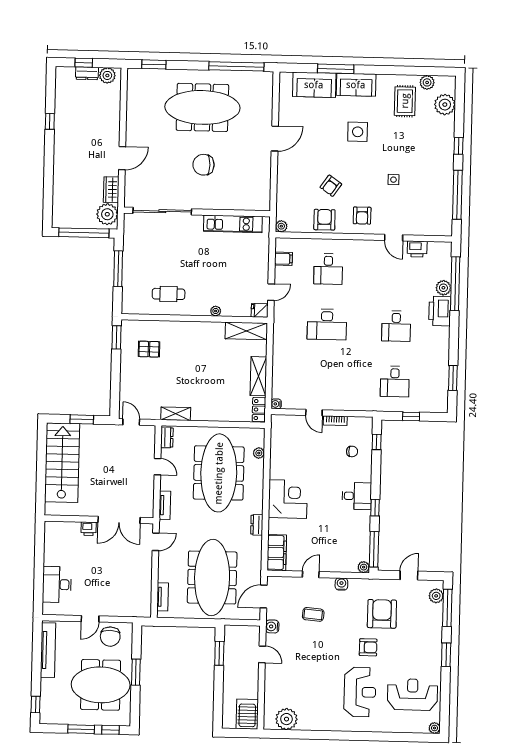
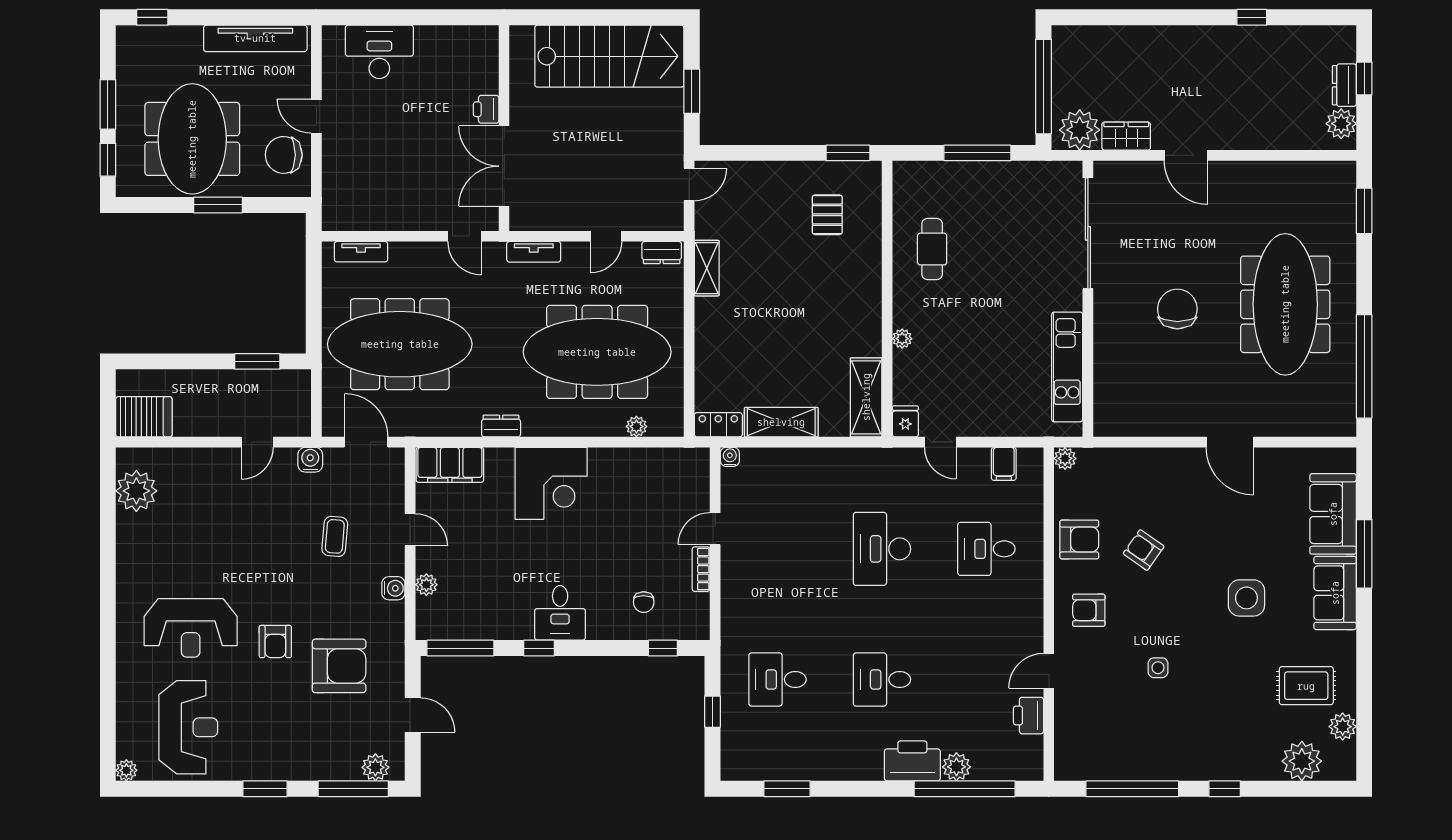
plant: (364, 567) -> (426, 585), moved

